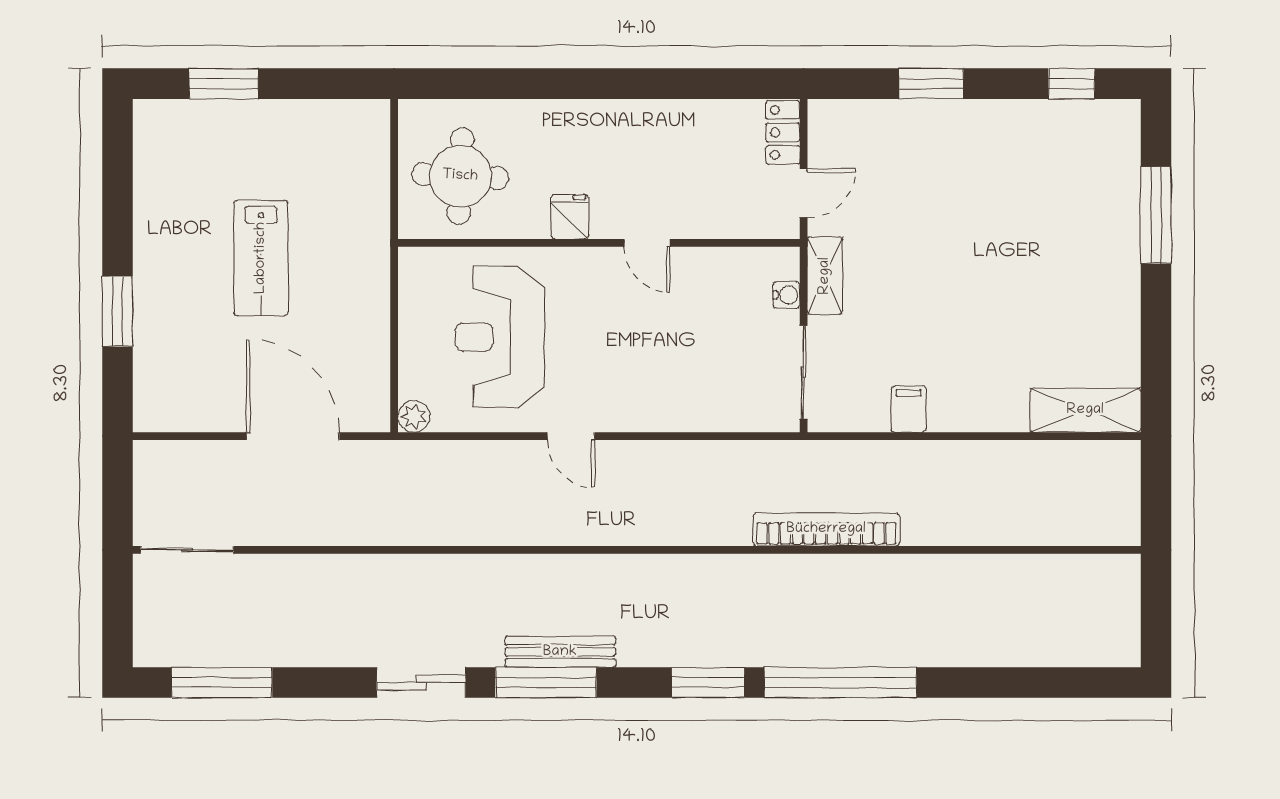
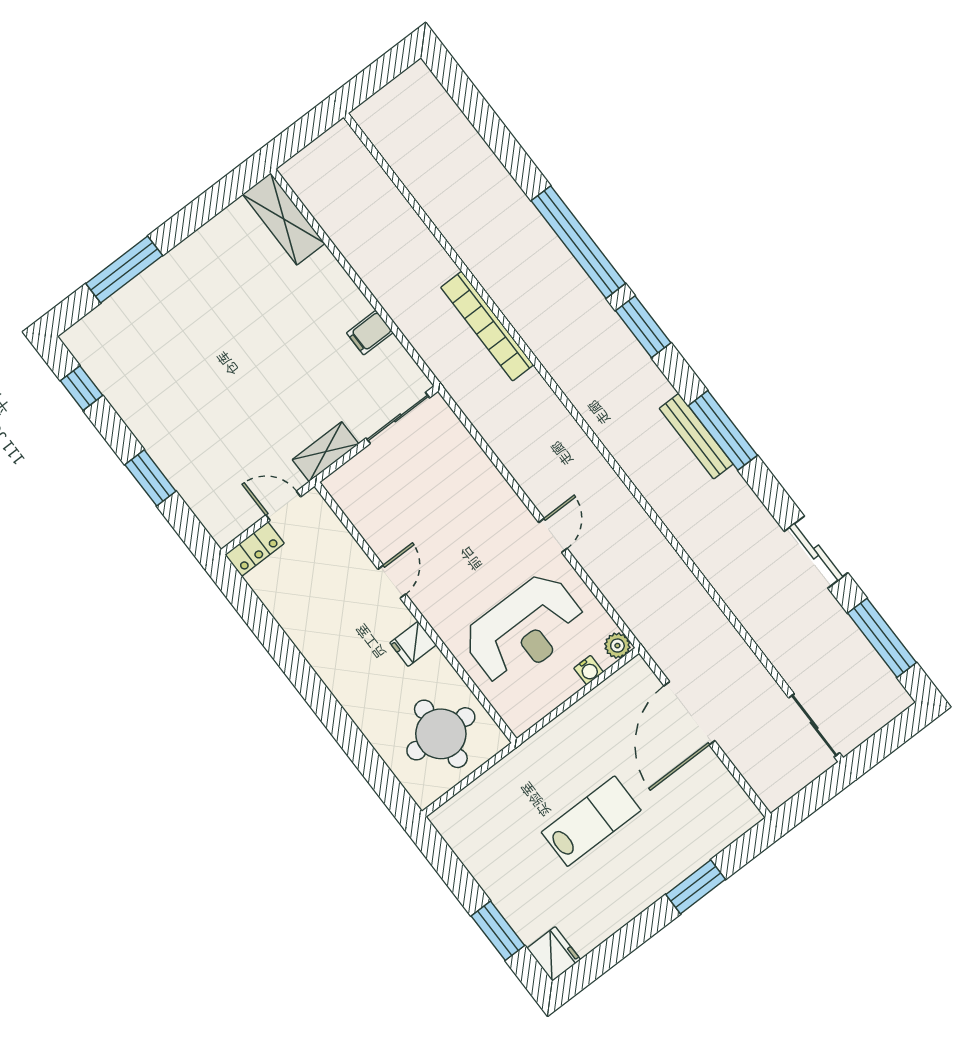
fridge: (159, 121) -> (554, 954), added
water cooler: (786, 295) -> (589, 670), moved, turned 180
sliding door: (421, 682) -> (816, 552), moved

